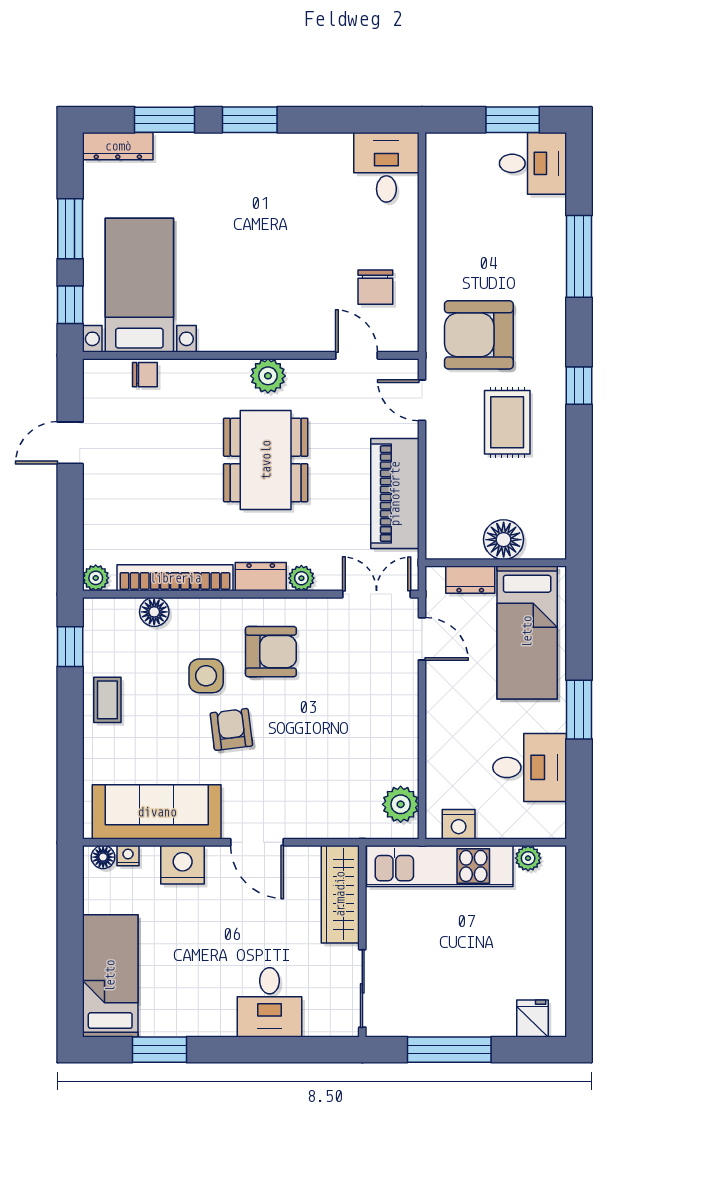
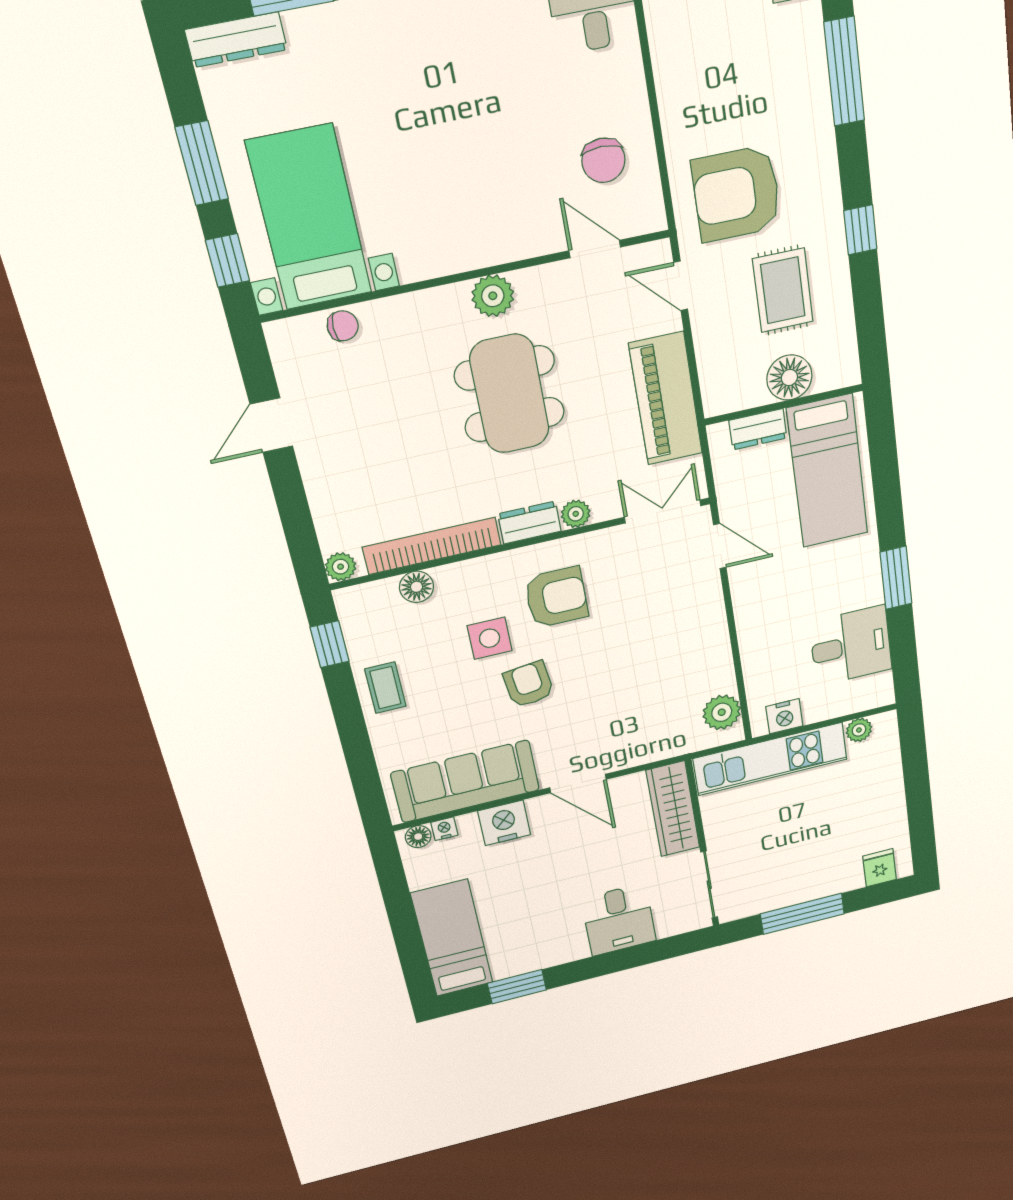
floor lamp: (504, 540) -> (789, 377), moved
wall: (496, 563) -> (784, 405), moved
dresser: (470, 580) -> (758, 429), moved
bed: (527, 632) -> (828, 471), moved

